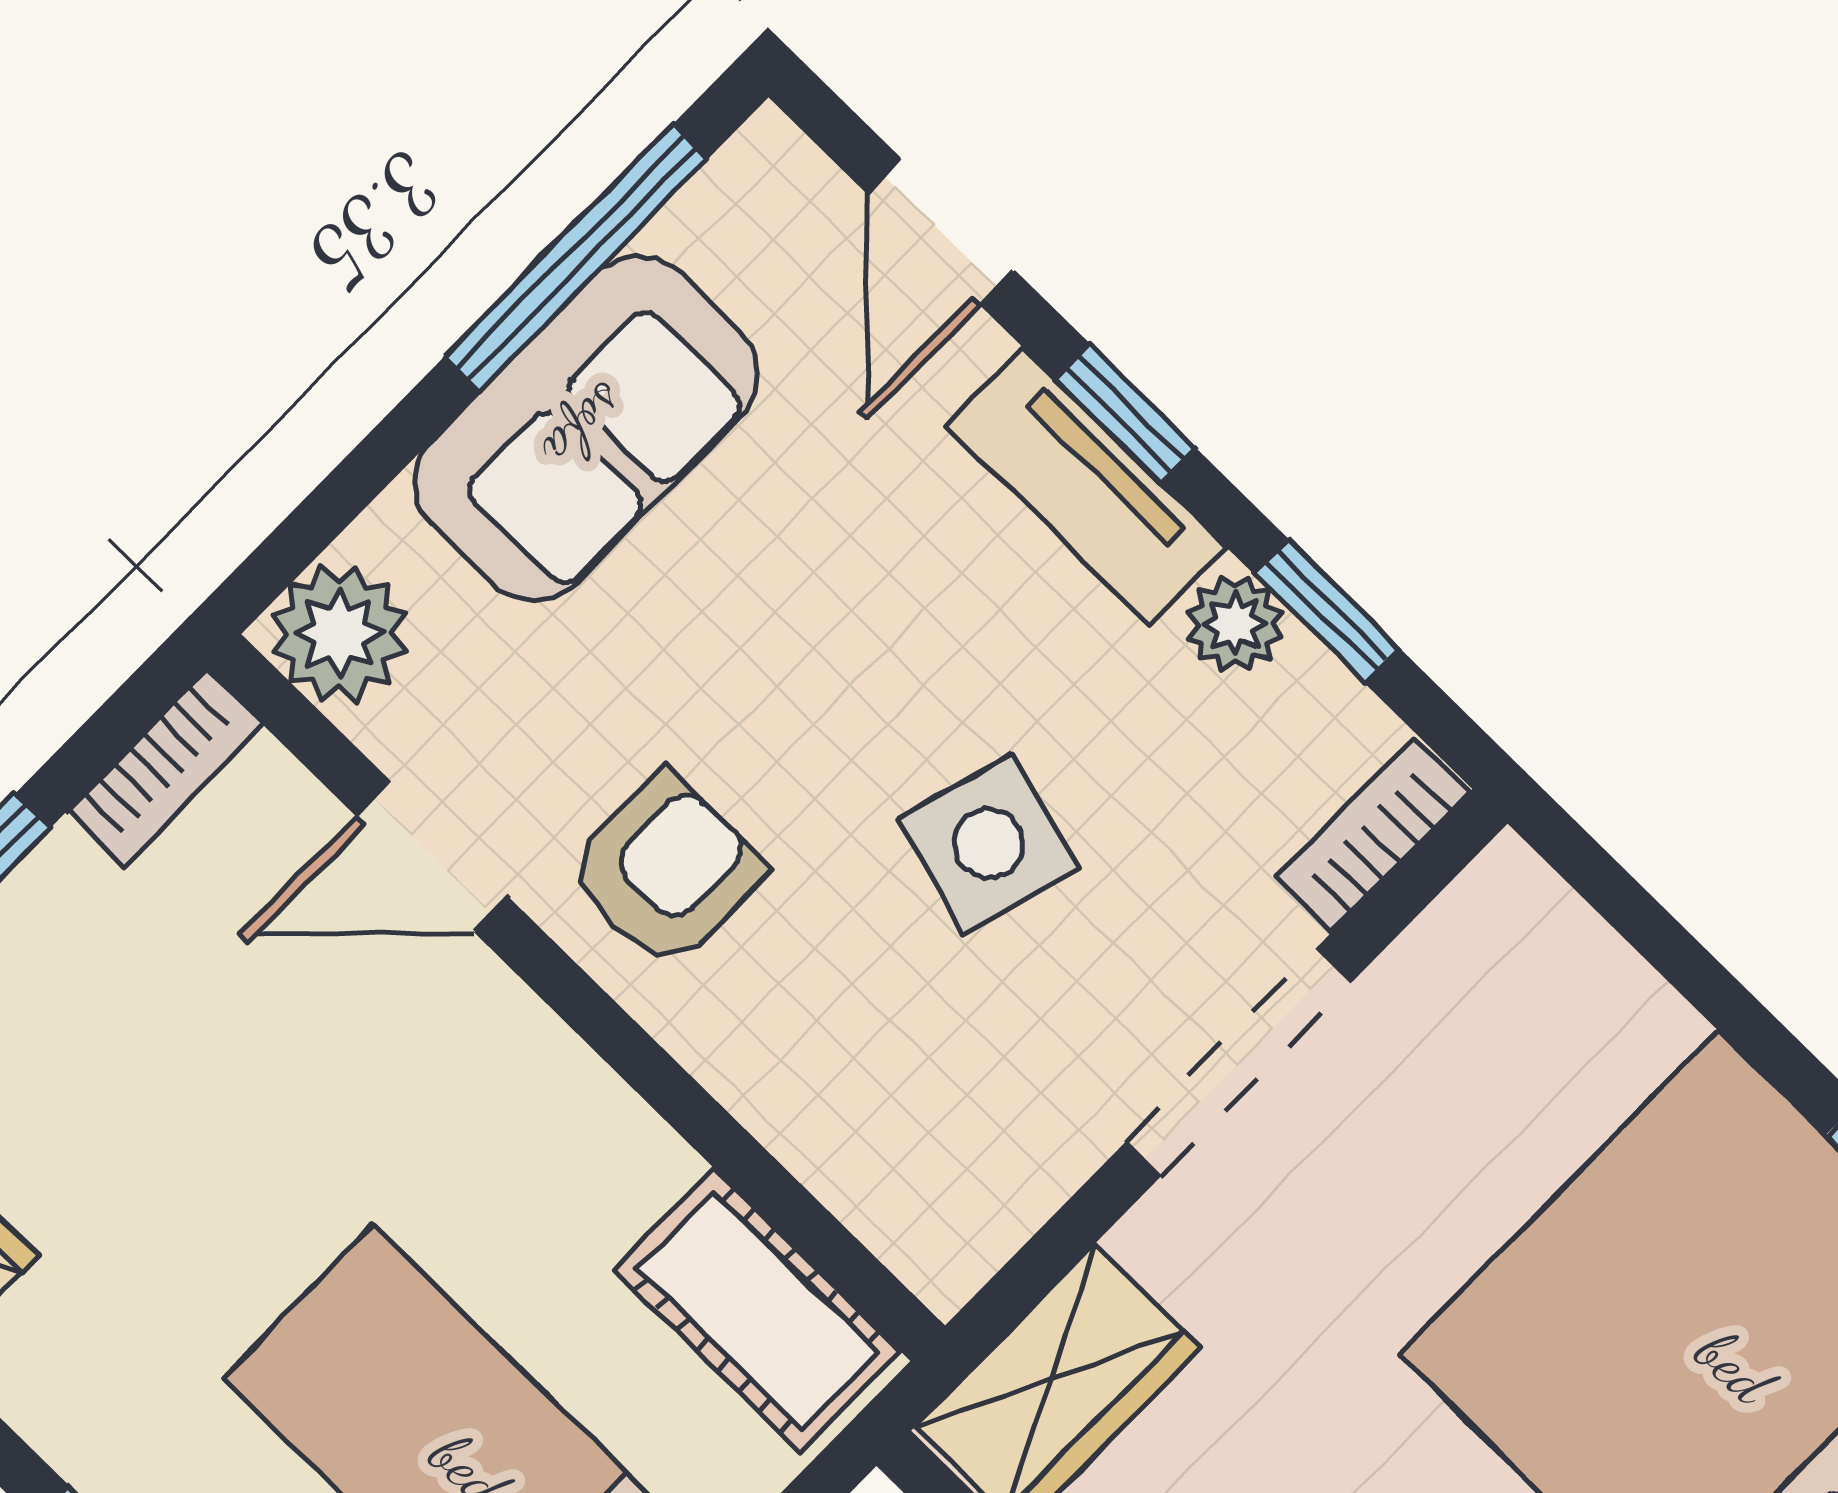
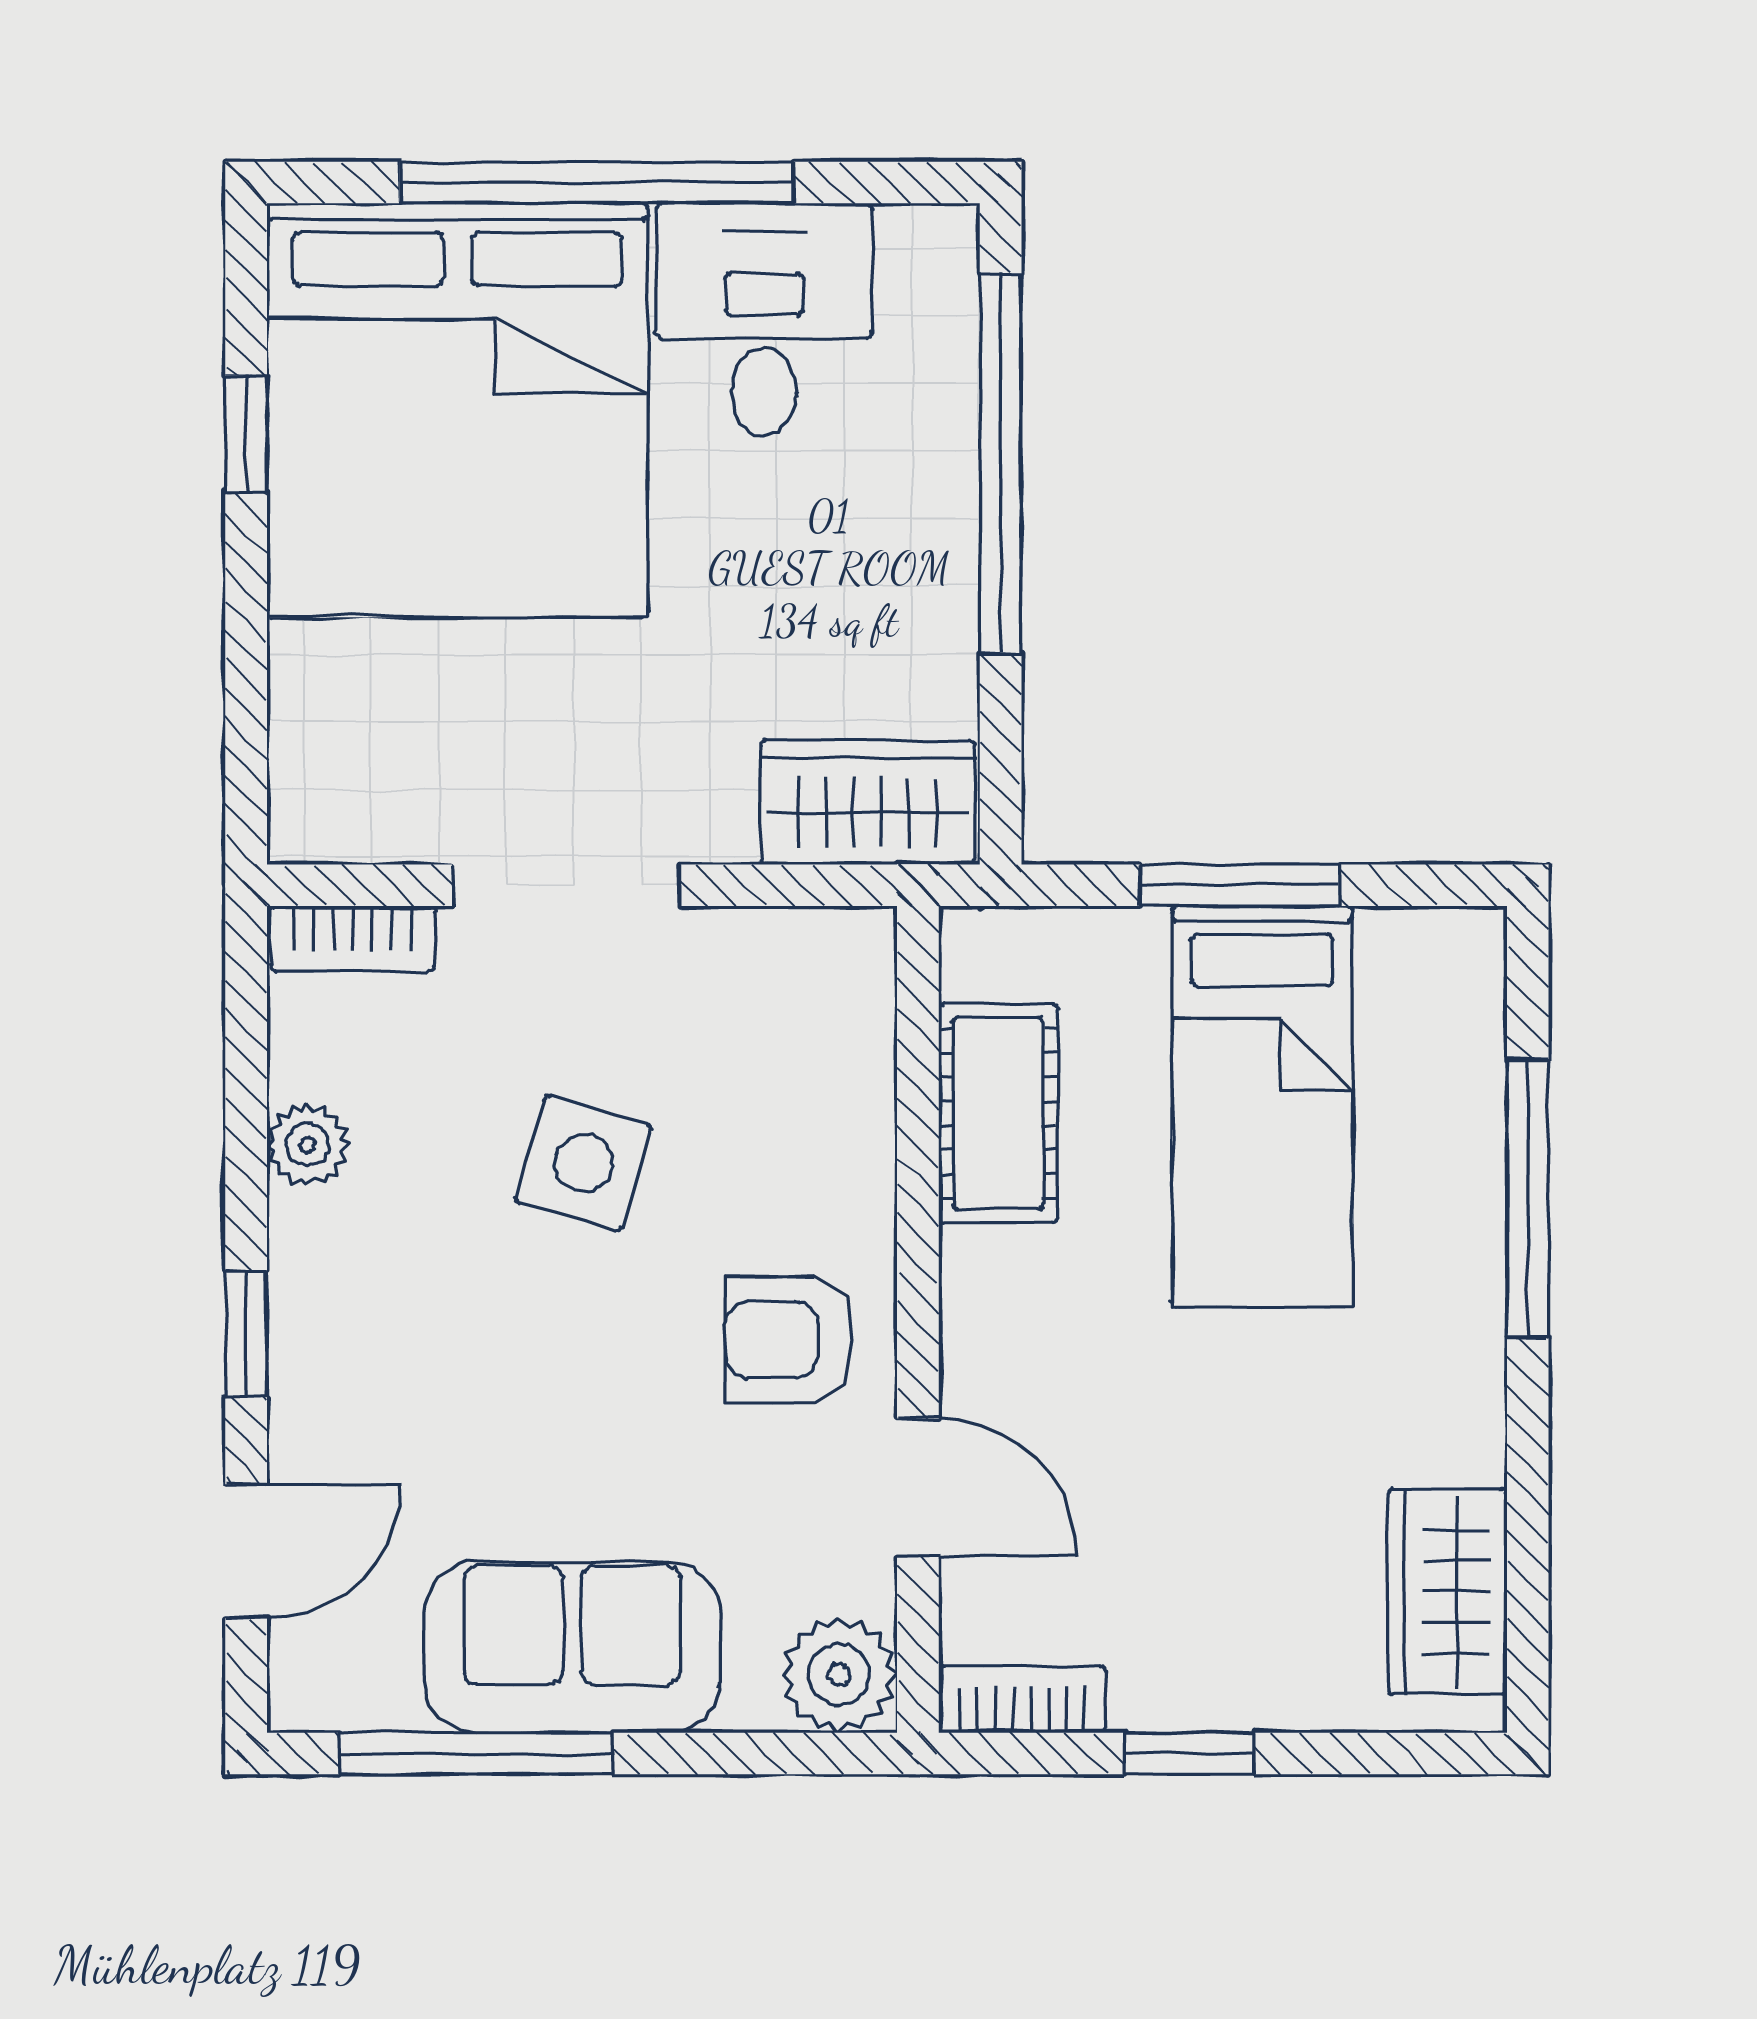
tv unit: (1087, 486) -> (313, 1314), removed
window: (1326, 611) -> (246, 1098), removed
cot: (757, 1310) -> (998, 1113), moved

